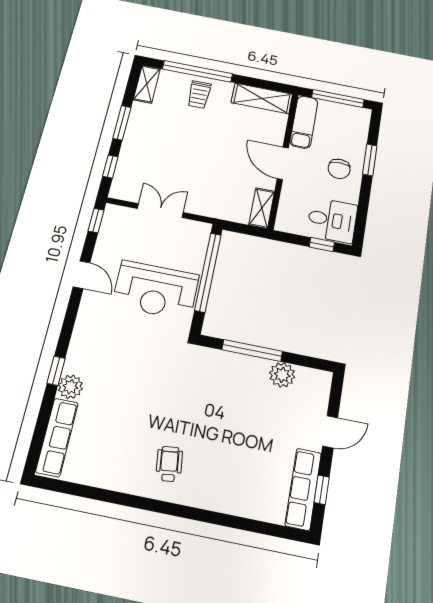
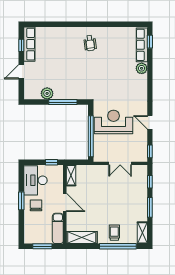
window: (338, 99) -> (42, 246), width x0.69
window: (370, 160) -> (21, 201), moved
desk: (332, 220) -> (35, 180), width x1.37
window: (322, 244) -> (52, 162), moved
window: (56, 371) -> (150, 42), moved

